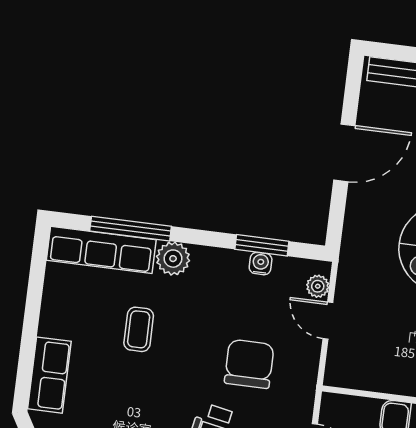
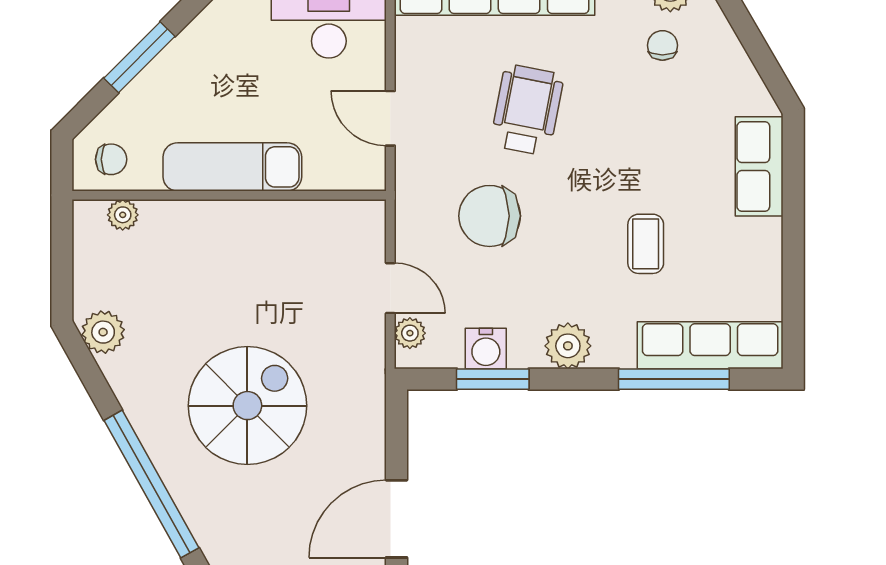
plant: (173, 259) -> (568, 346), moved
water cooler: (261, 264) -> (486, 348), width x1.38, depth x1.38
chair: (249, 364) -> (490, 216), turned 90

